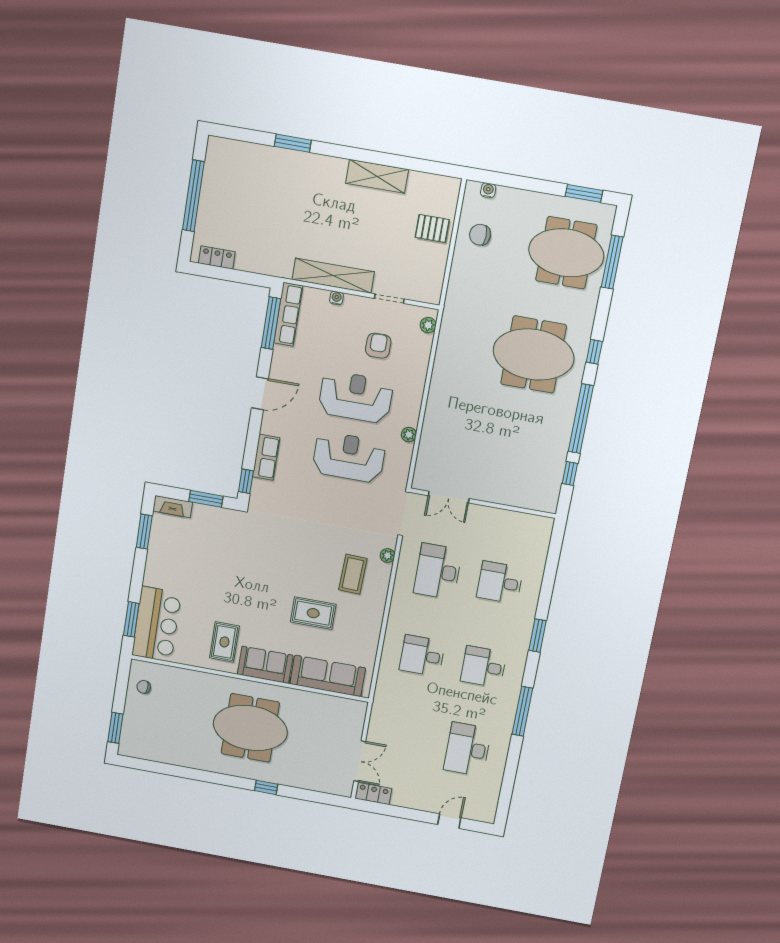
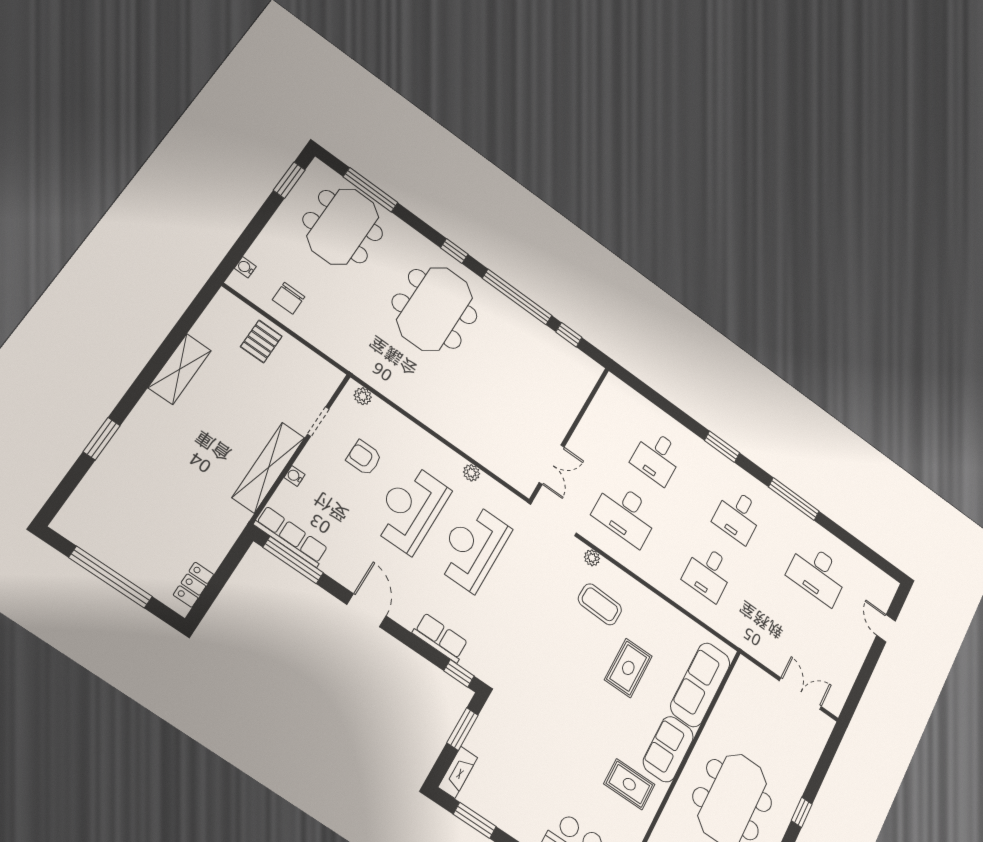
locker: (373, 793) -> (838, 695), removed

